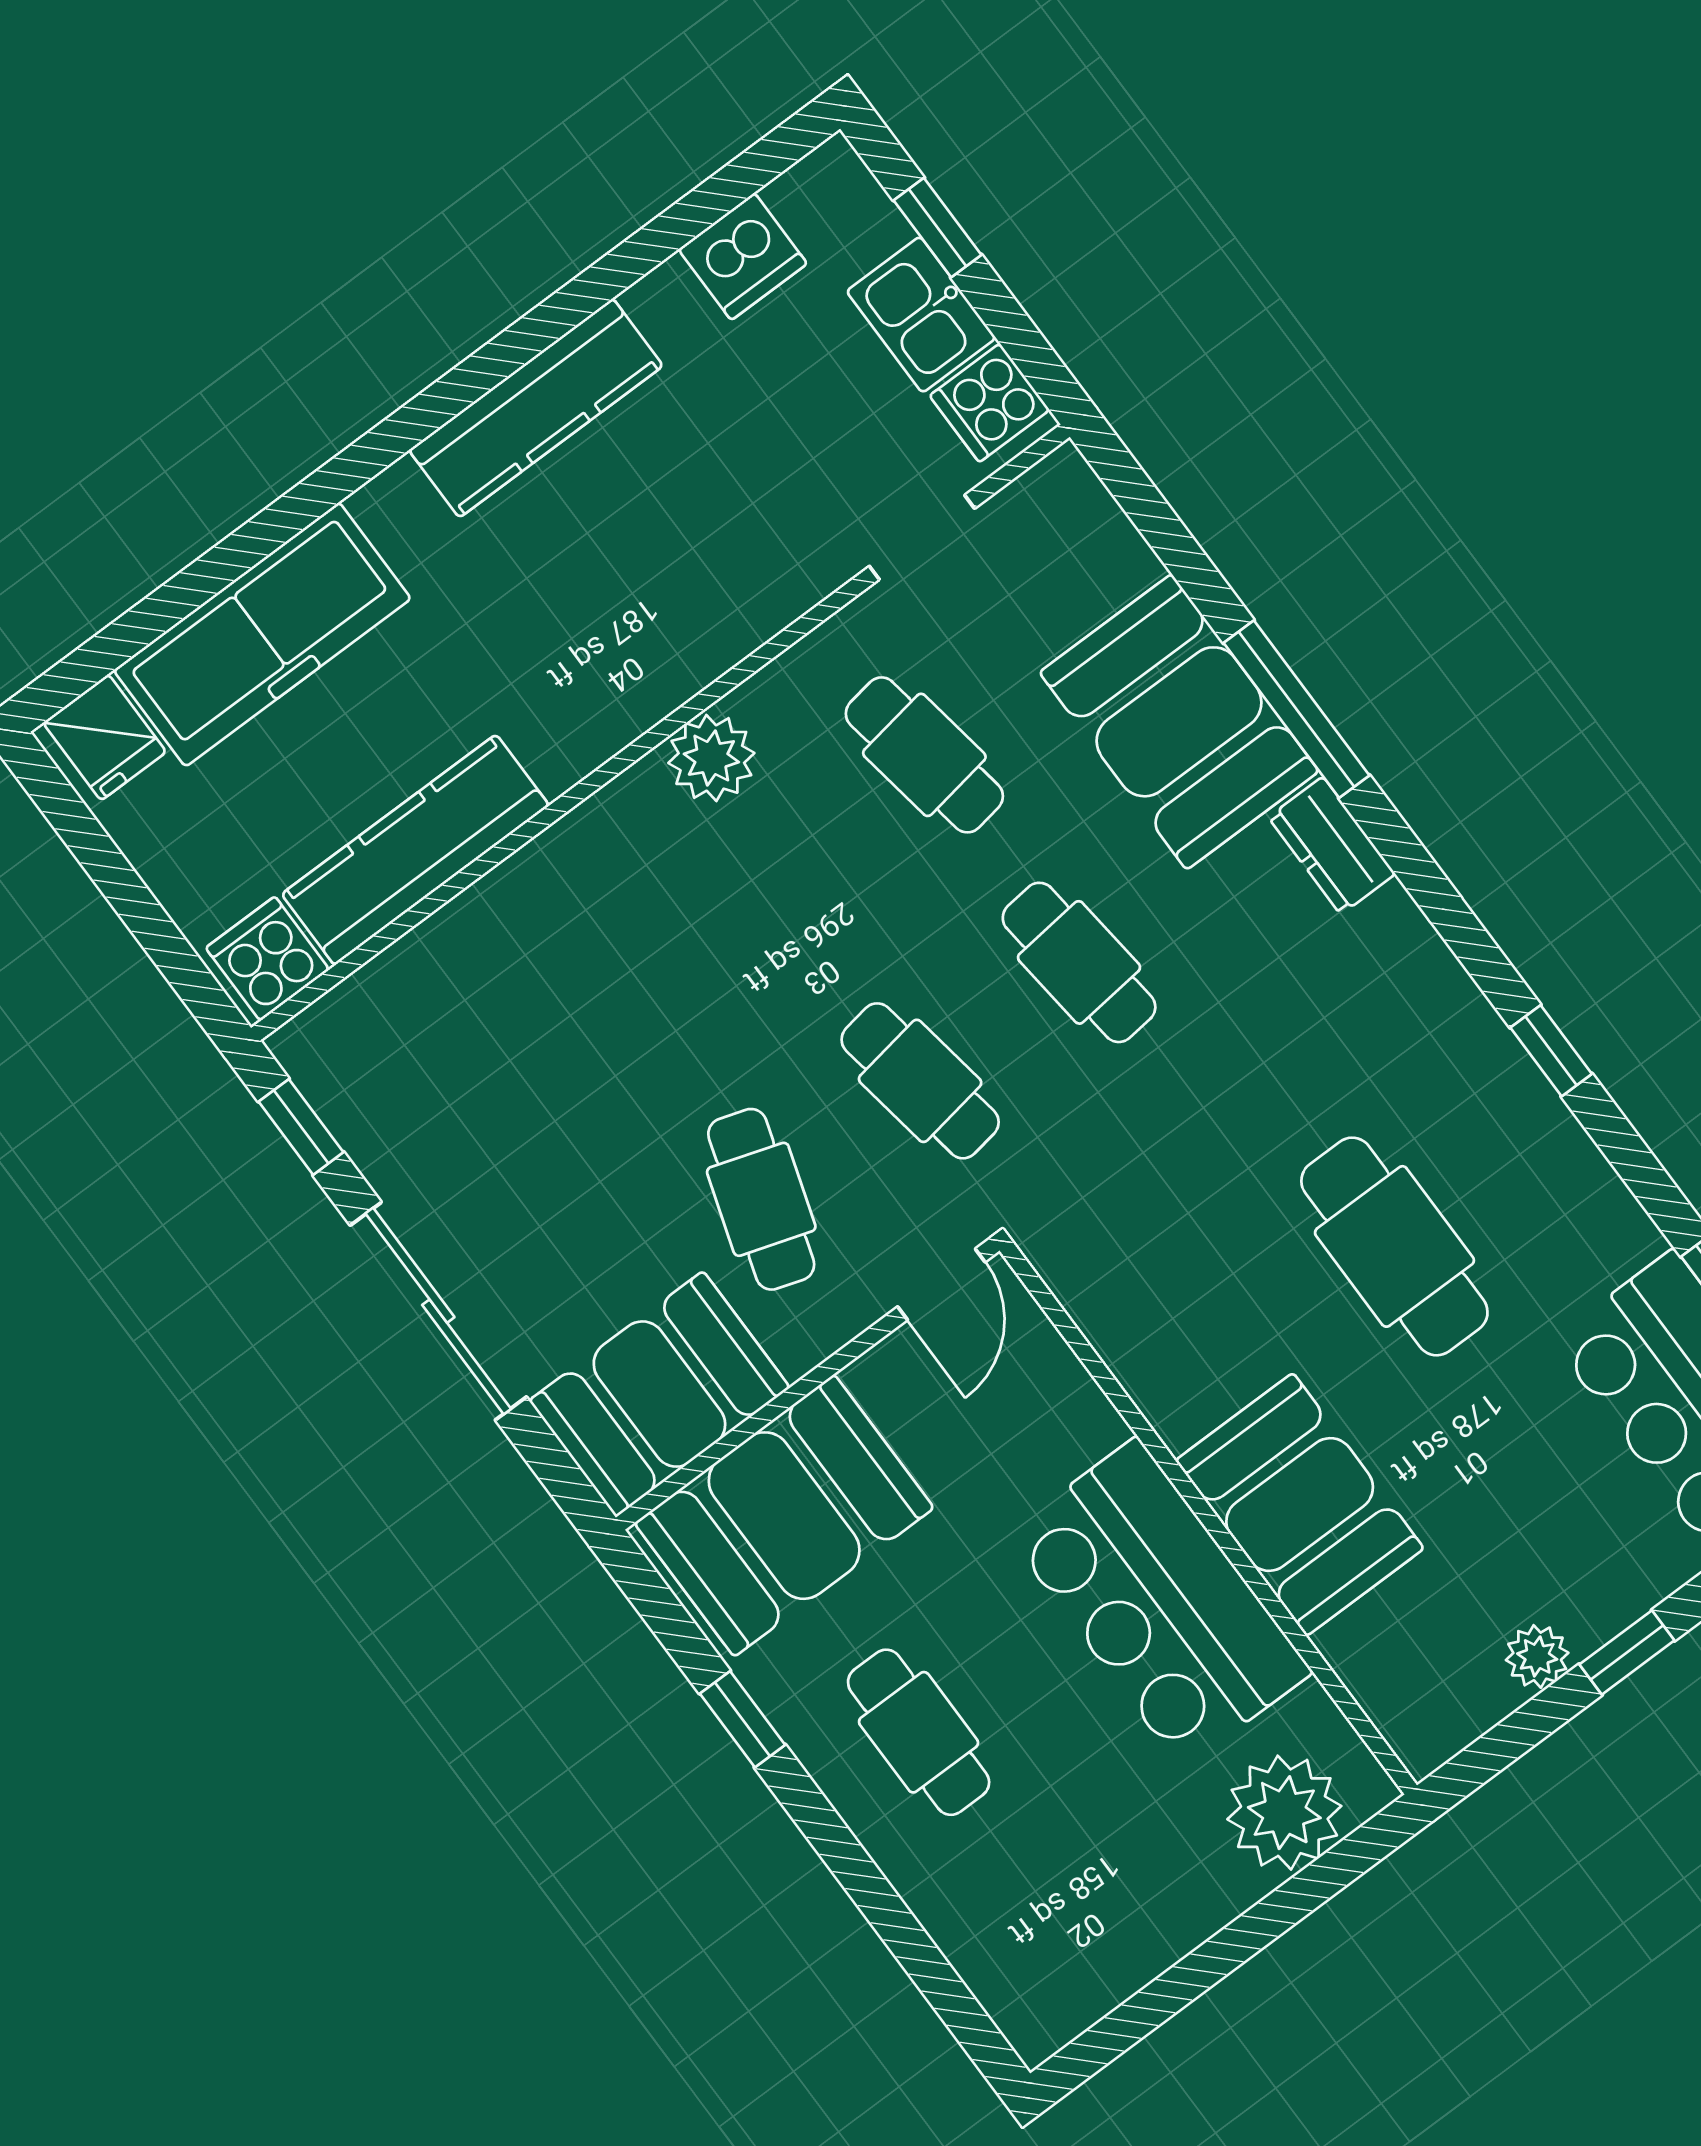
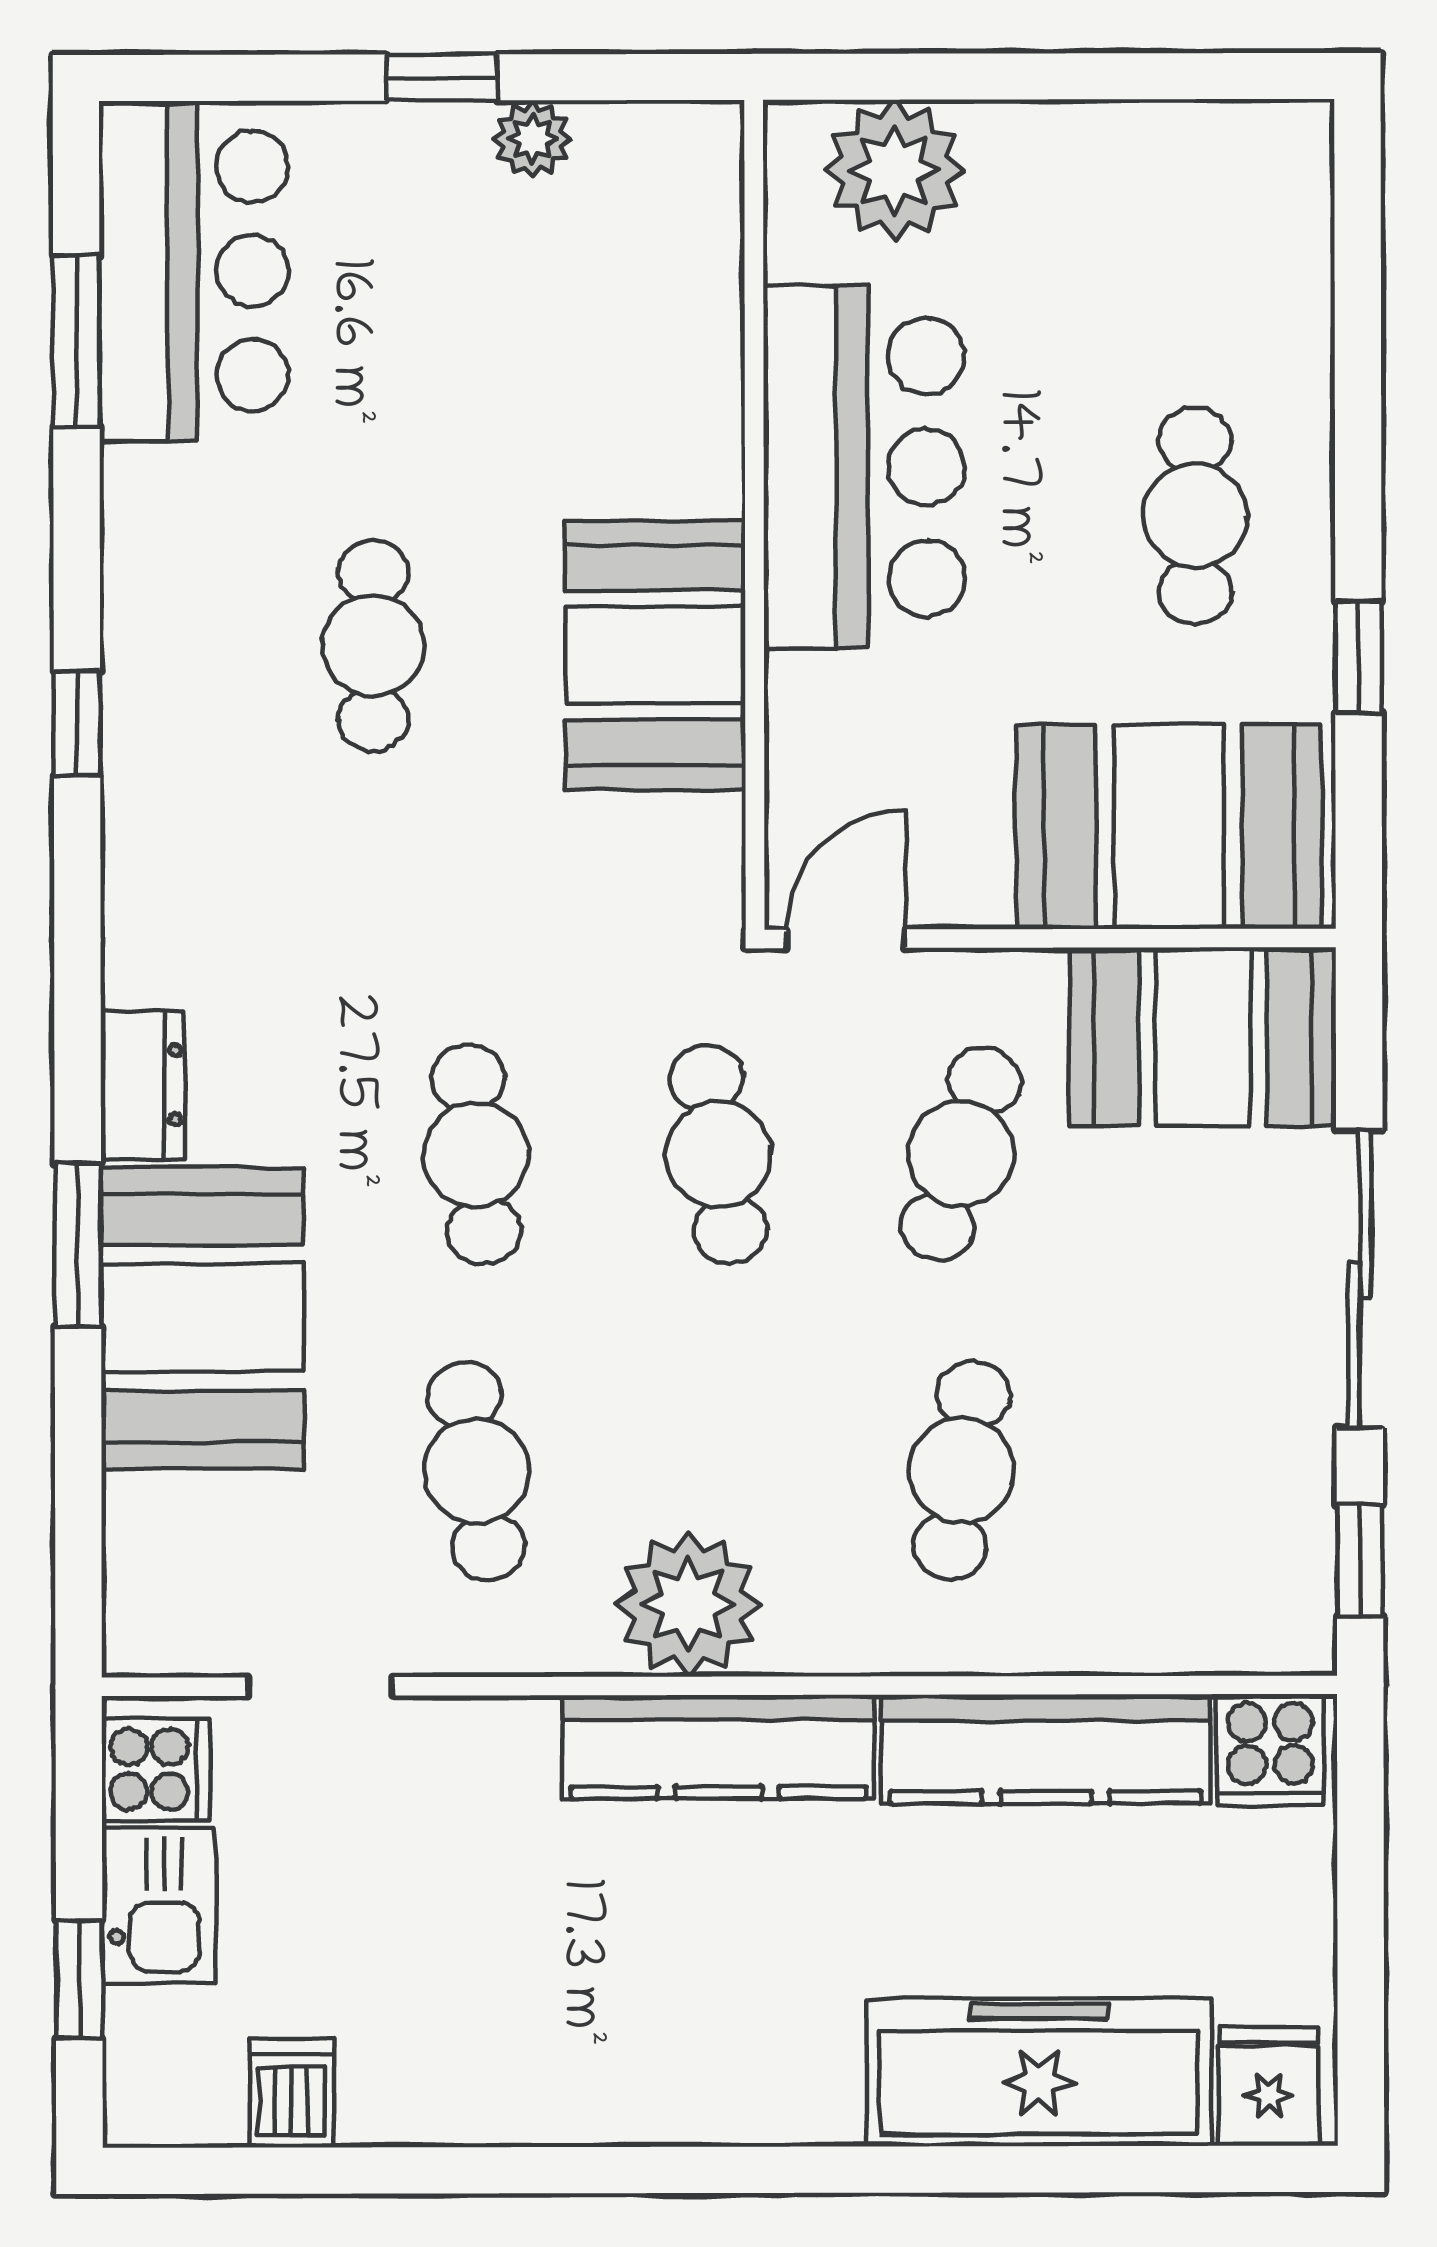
dishwasher: (743, 256) -> (291, 2093), width x0.73
kitchen counter: (536, 408) -> (719, 1747), moved, turned 180
window: (1296, 709) -> (78, 1245), width x0.69
plant: (711, 758) -> (688, 1604), width x1.36, depth x1.36
cafe table: (607, 992) -> (961, 1470), added
cafe table: (1394, 1246) -> (374, 646), width x0.73, depth x0.74
booth: (1300, 1504) -> (655, 655), moved

